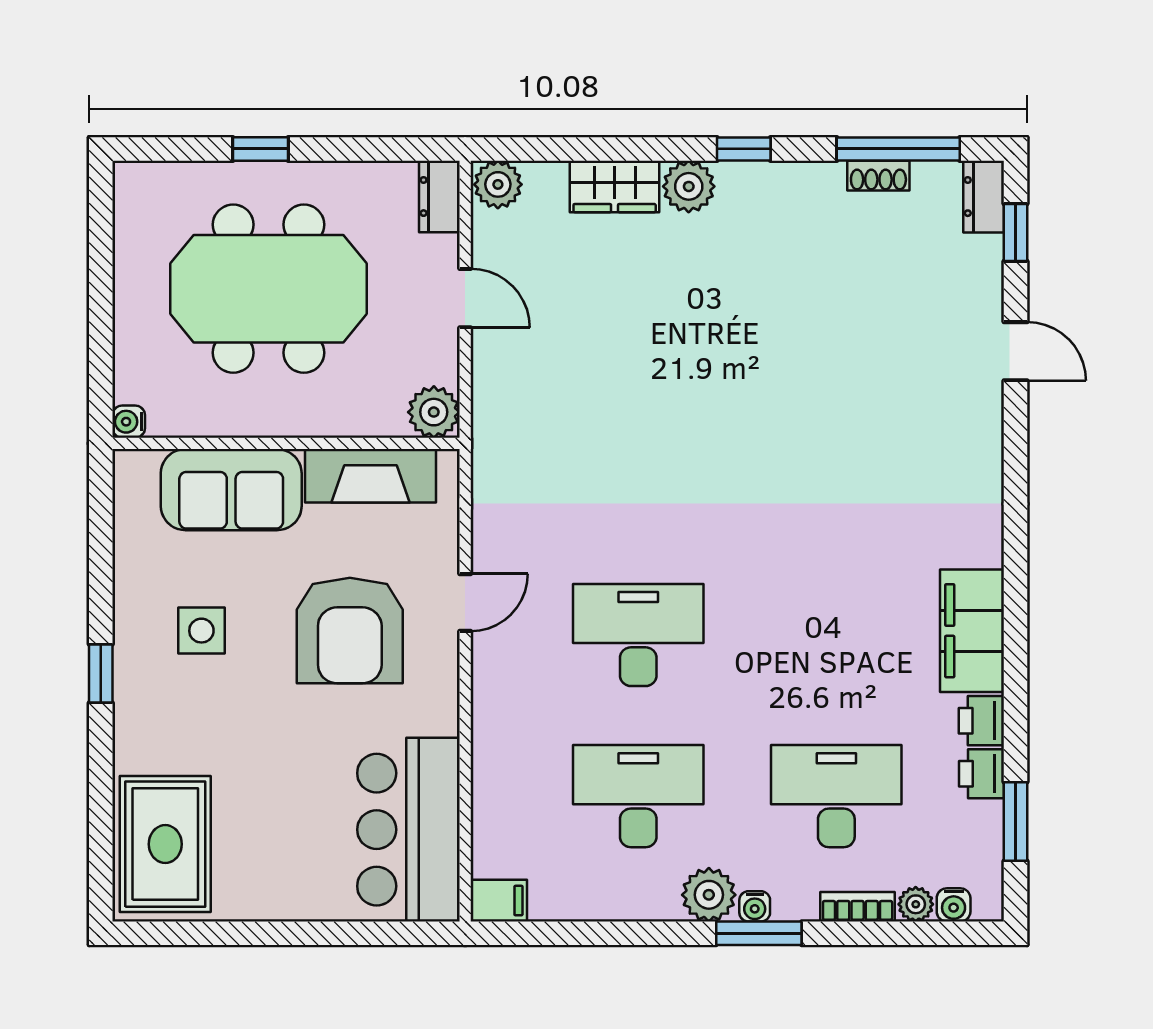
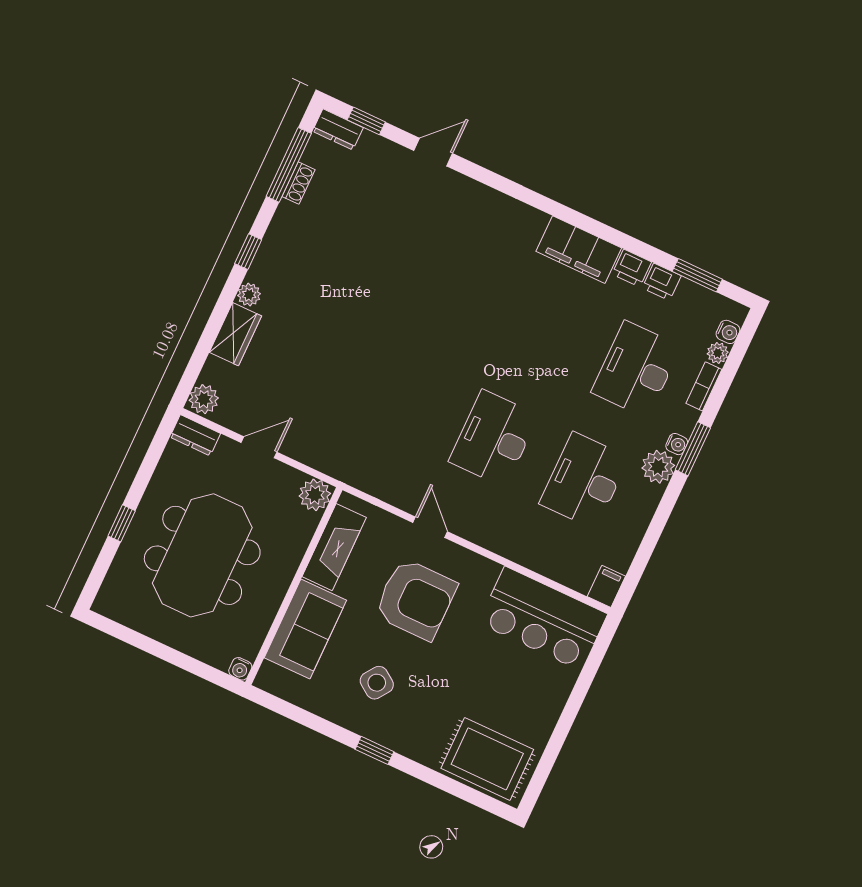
plant: (689, 186) -> (249, 295), width x0.73, depth x0.73
side table: (201, 631) -> (377, 683), turned 35

